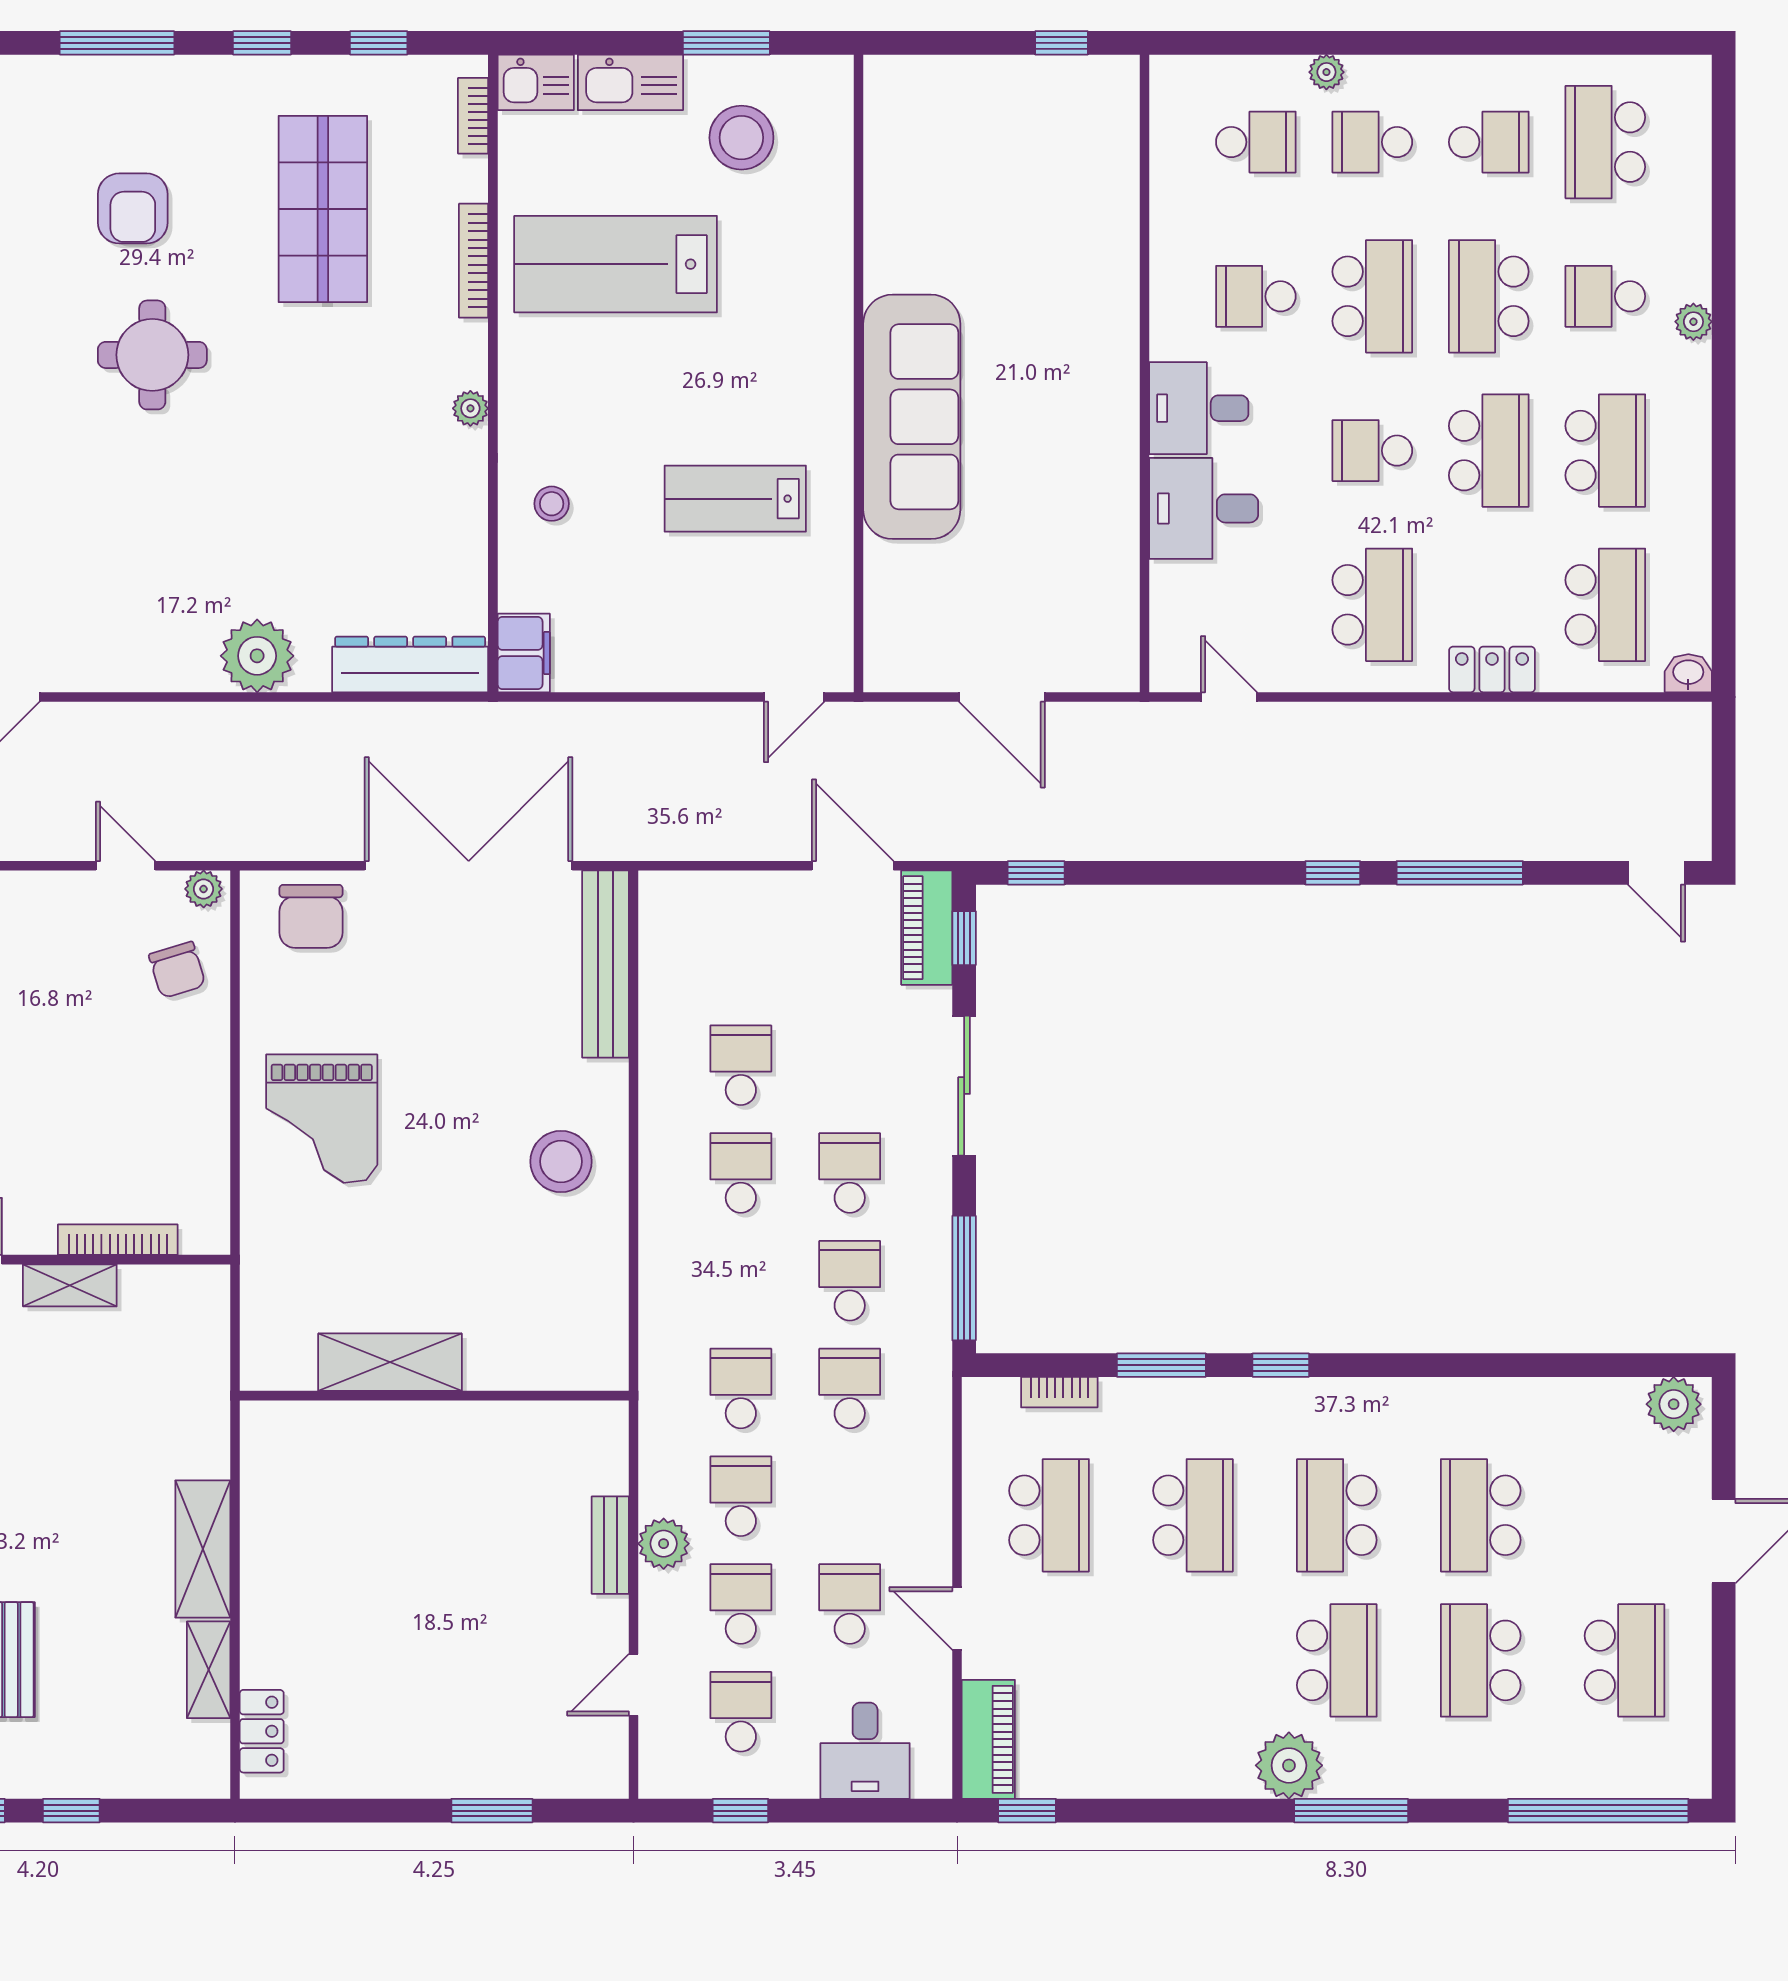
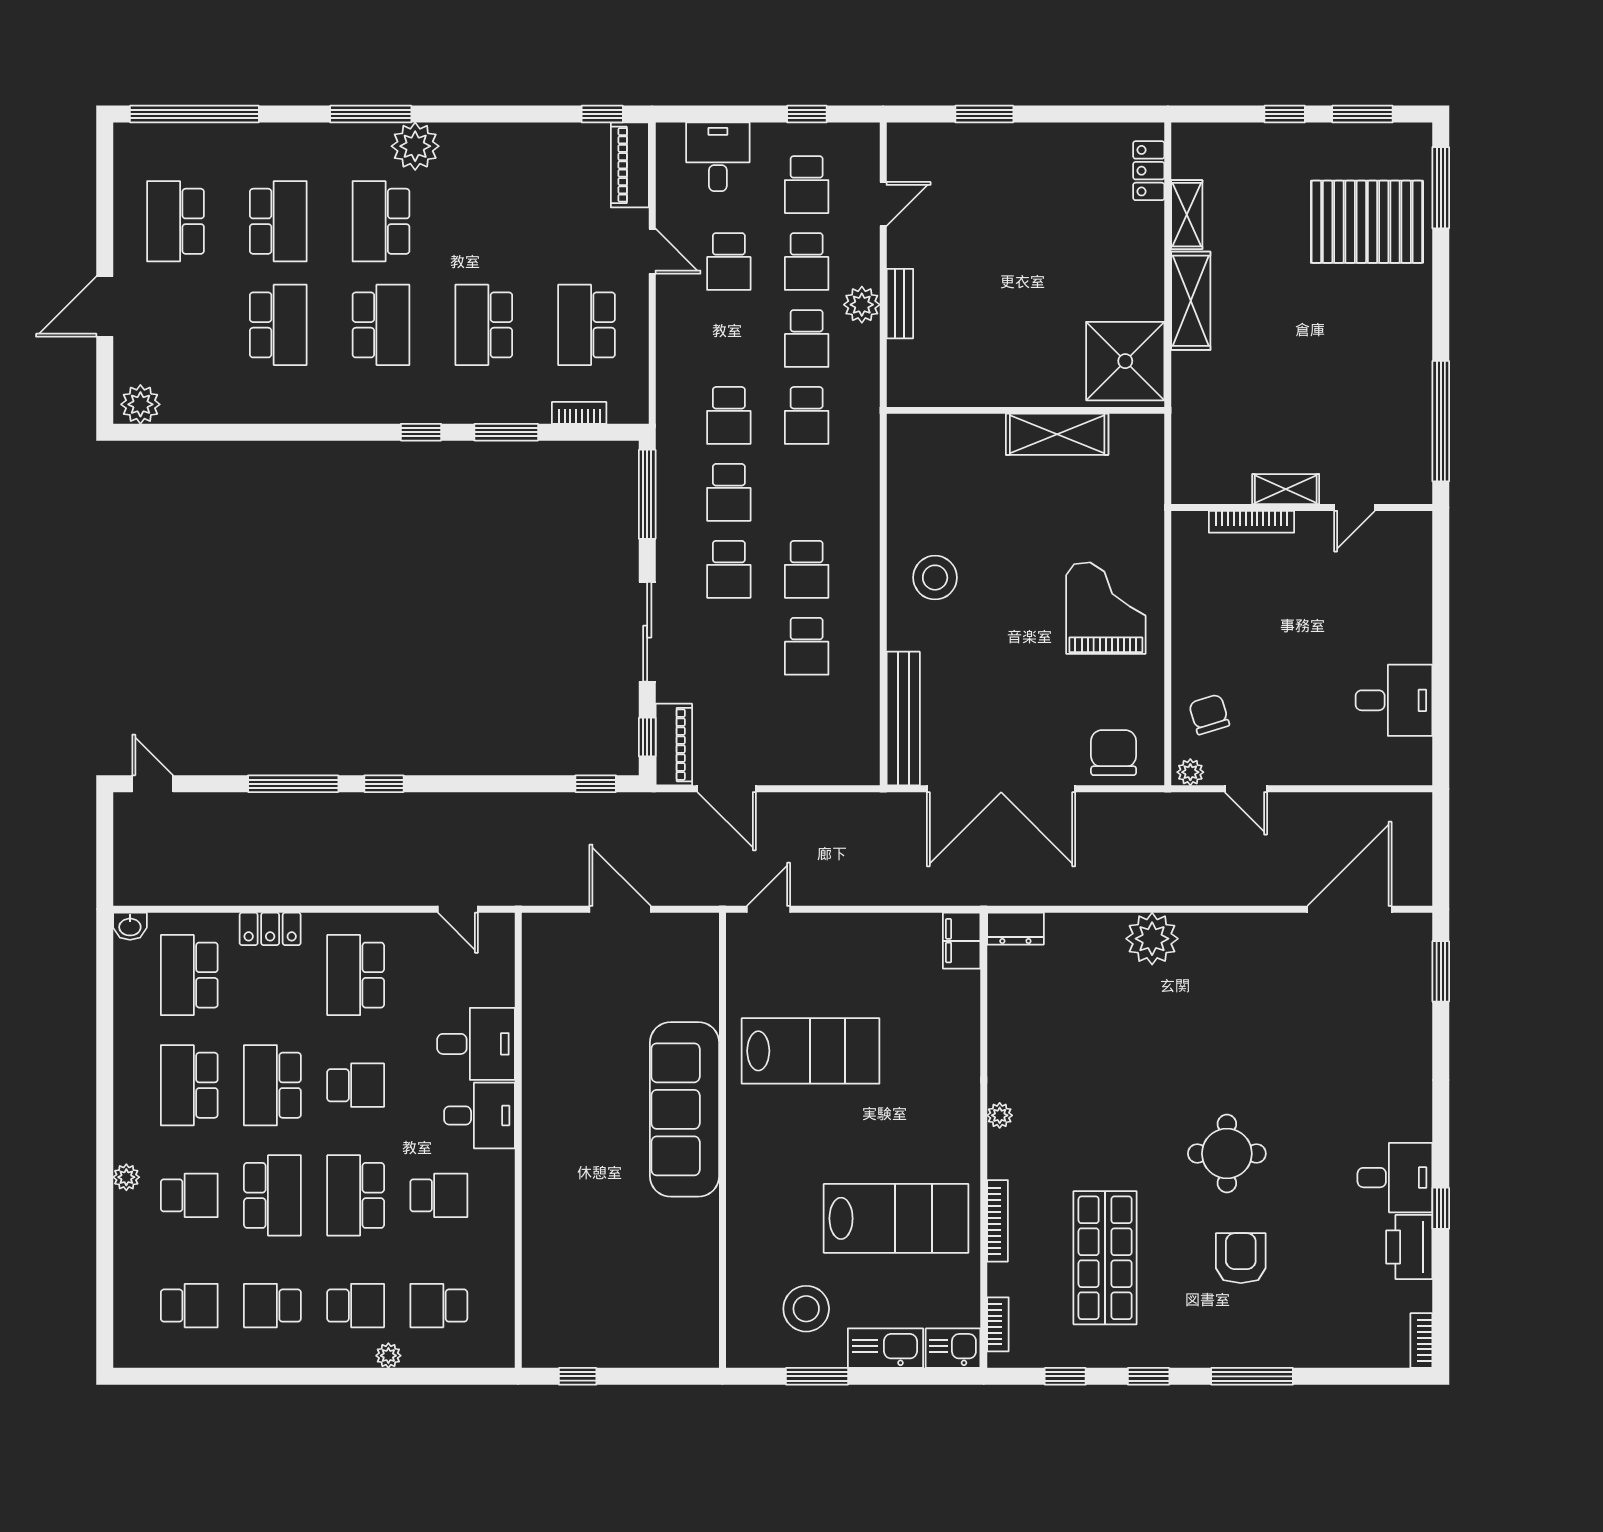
school desk: (1605, 142) -> (189, 1306), width x0.54
lab bench: (735, 499) -> (811, 1051), width x1.36, depth x1.39
stool: (552, 504) -> (942, 1047), removed
dresser: (410, 664) -> (1015, 929), width x0.51, depth x0.80
shower: (295, 1465) -> (1125, 361), added

